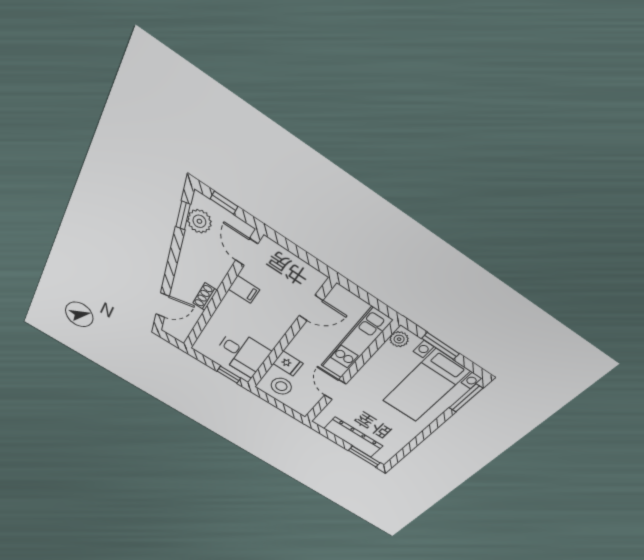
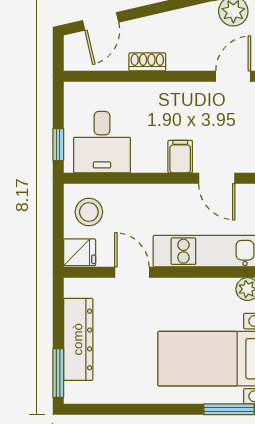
filing cabinet: (244, 289) -> (180, 157), moved, turned 180
door: (163, 305) -> (101, 21), hinge flipped
fridge: (288, 364) -> (80, 252), moved, turned -90
door: (335, 390) -> (132, 272), hinge flipped

